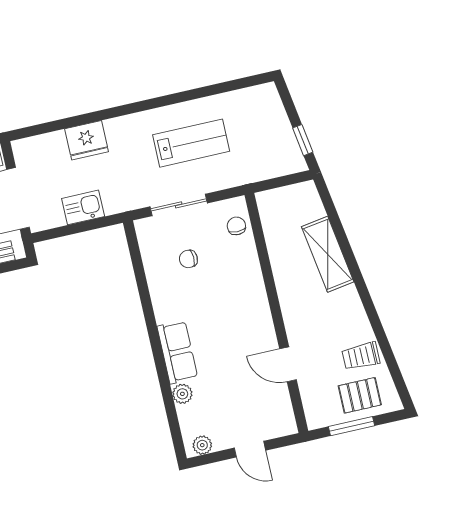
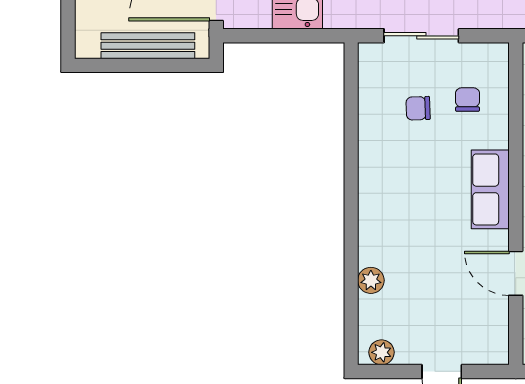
chair: (236, 226) -> (468, 100), moved
row of seats: (177, 352) -> (490, 189), moved, turned 180

